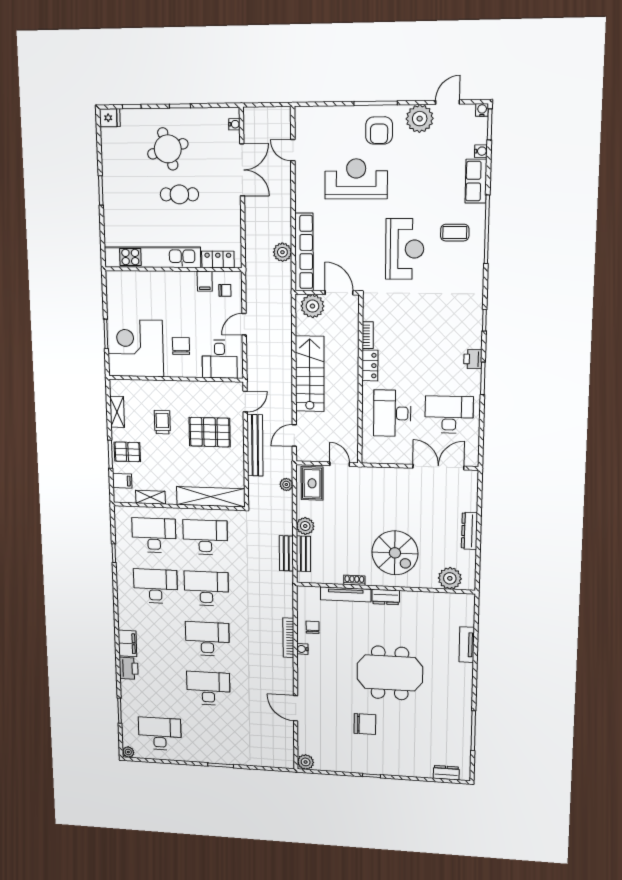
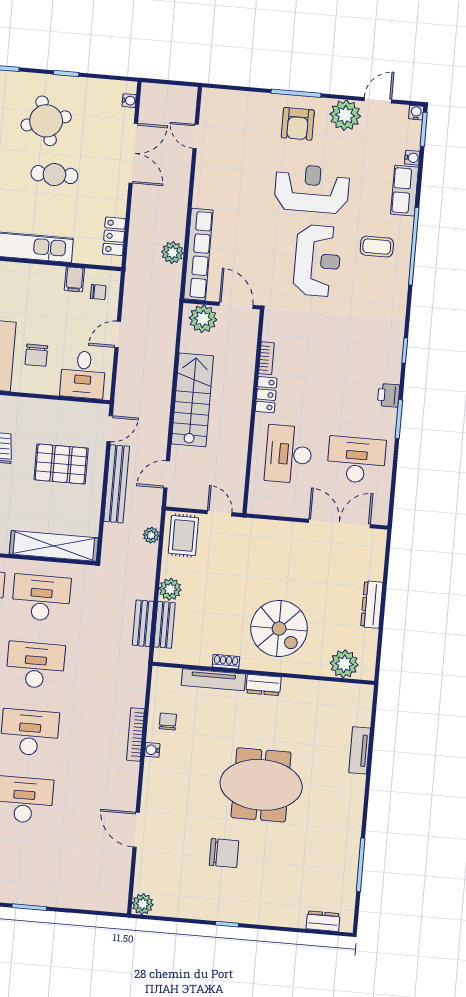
reception desk: (356, 179) -> (312, 189), moved
locker: (218, 259) -> (114, 236), moved, turned -90
chair: (181, 346) -> (36, 355), turned 180

